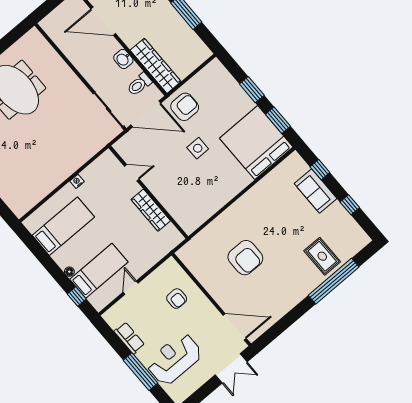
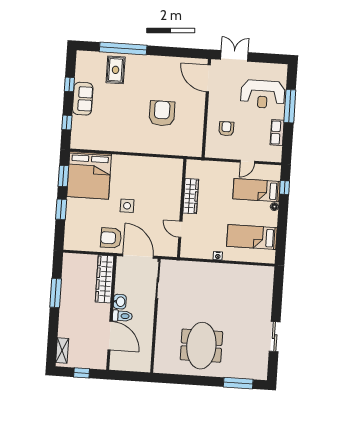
toilet: (139, 84) -> (122, 316), moved
sofa: (316, 191) -> (83, 99), moved

